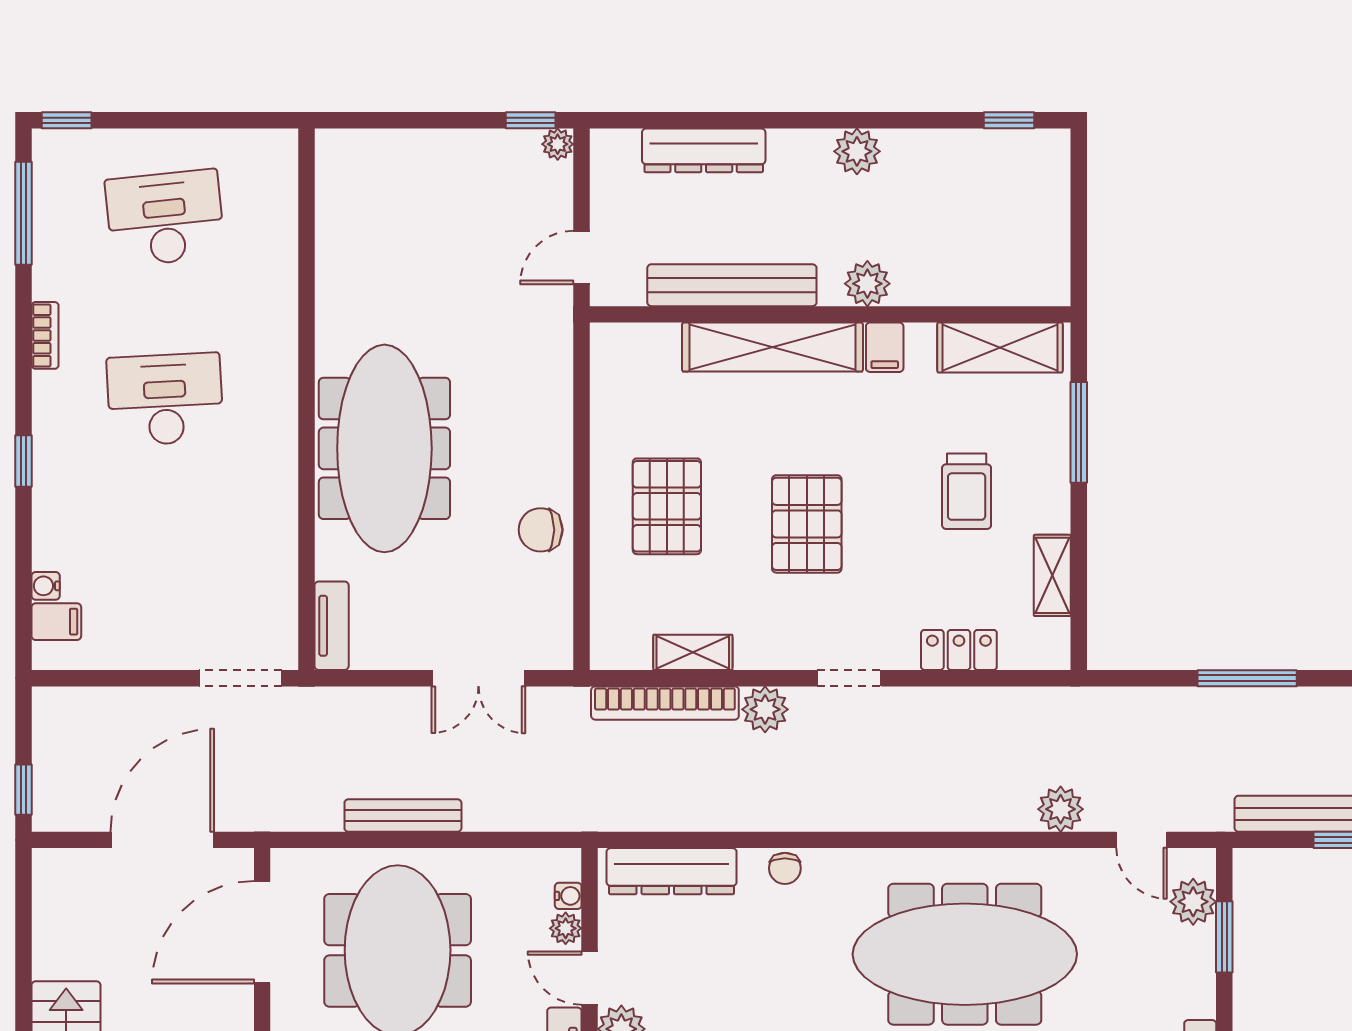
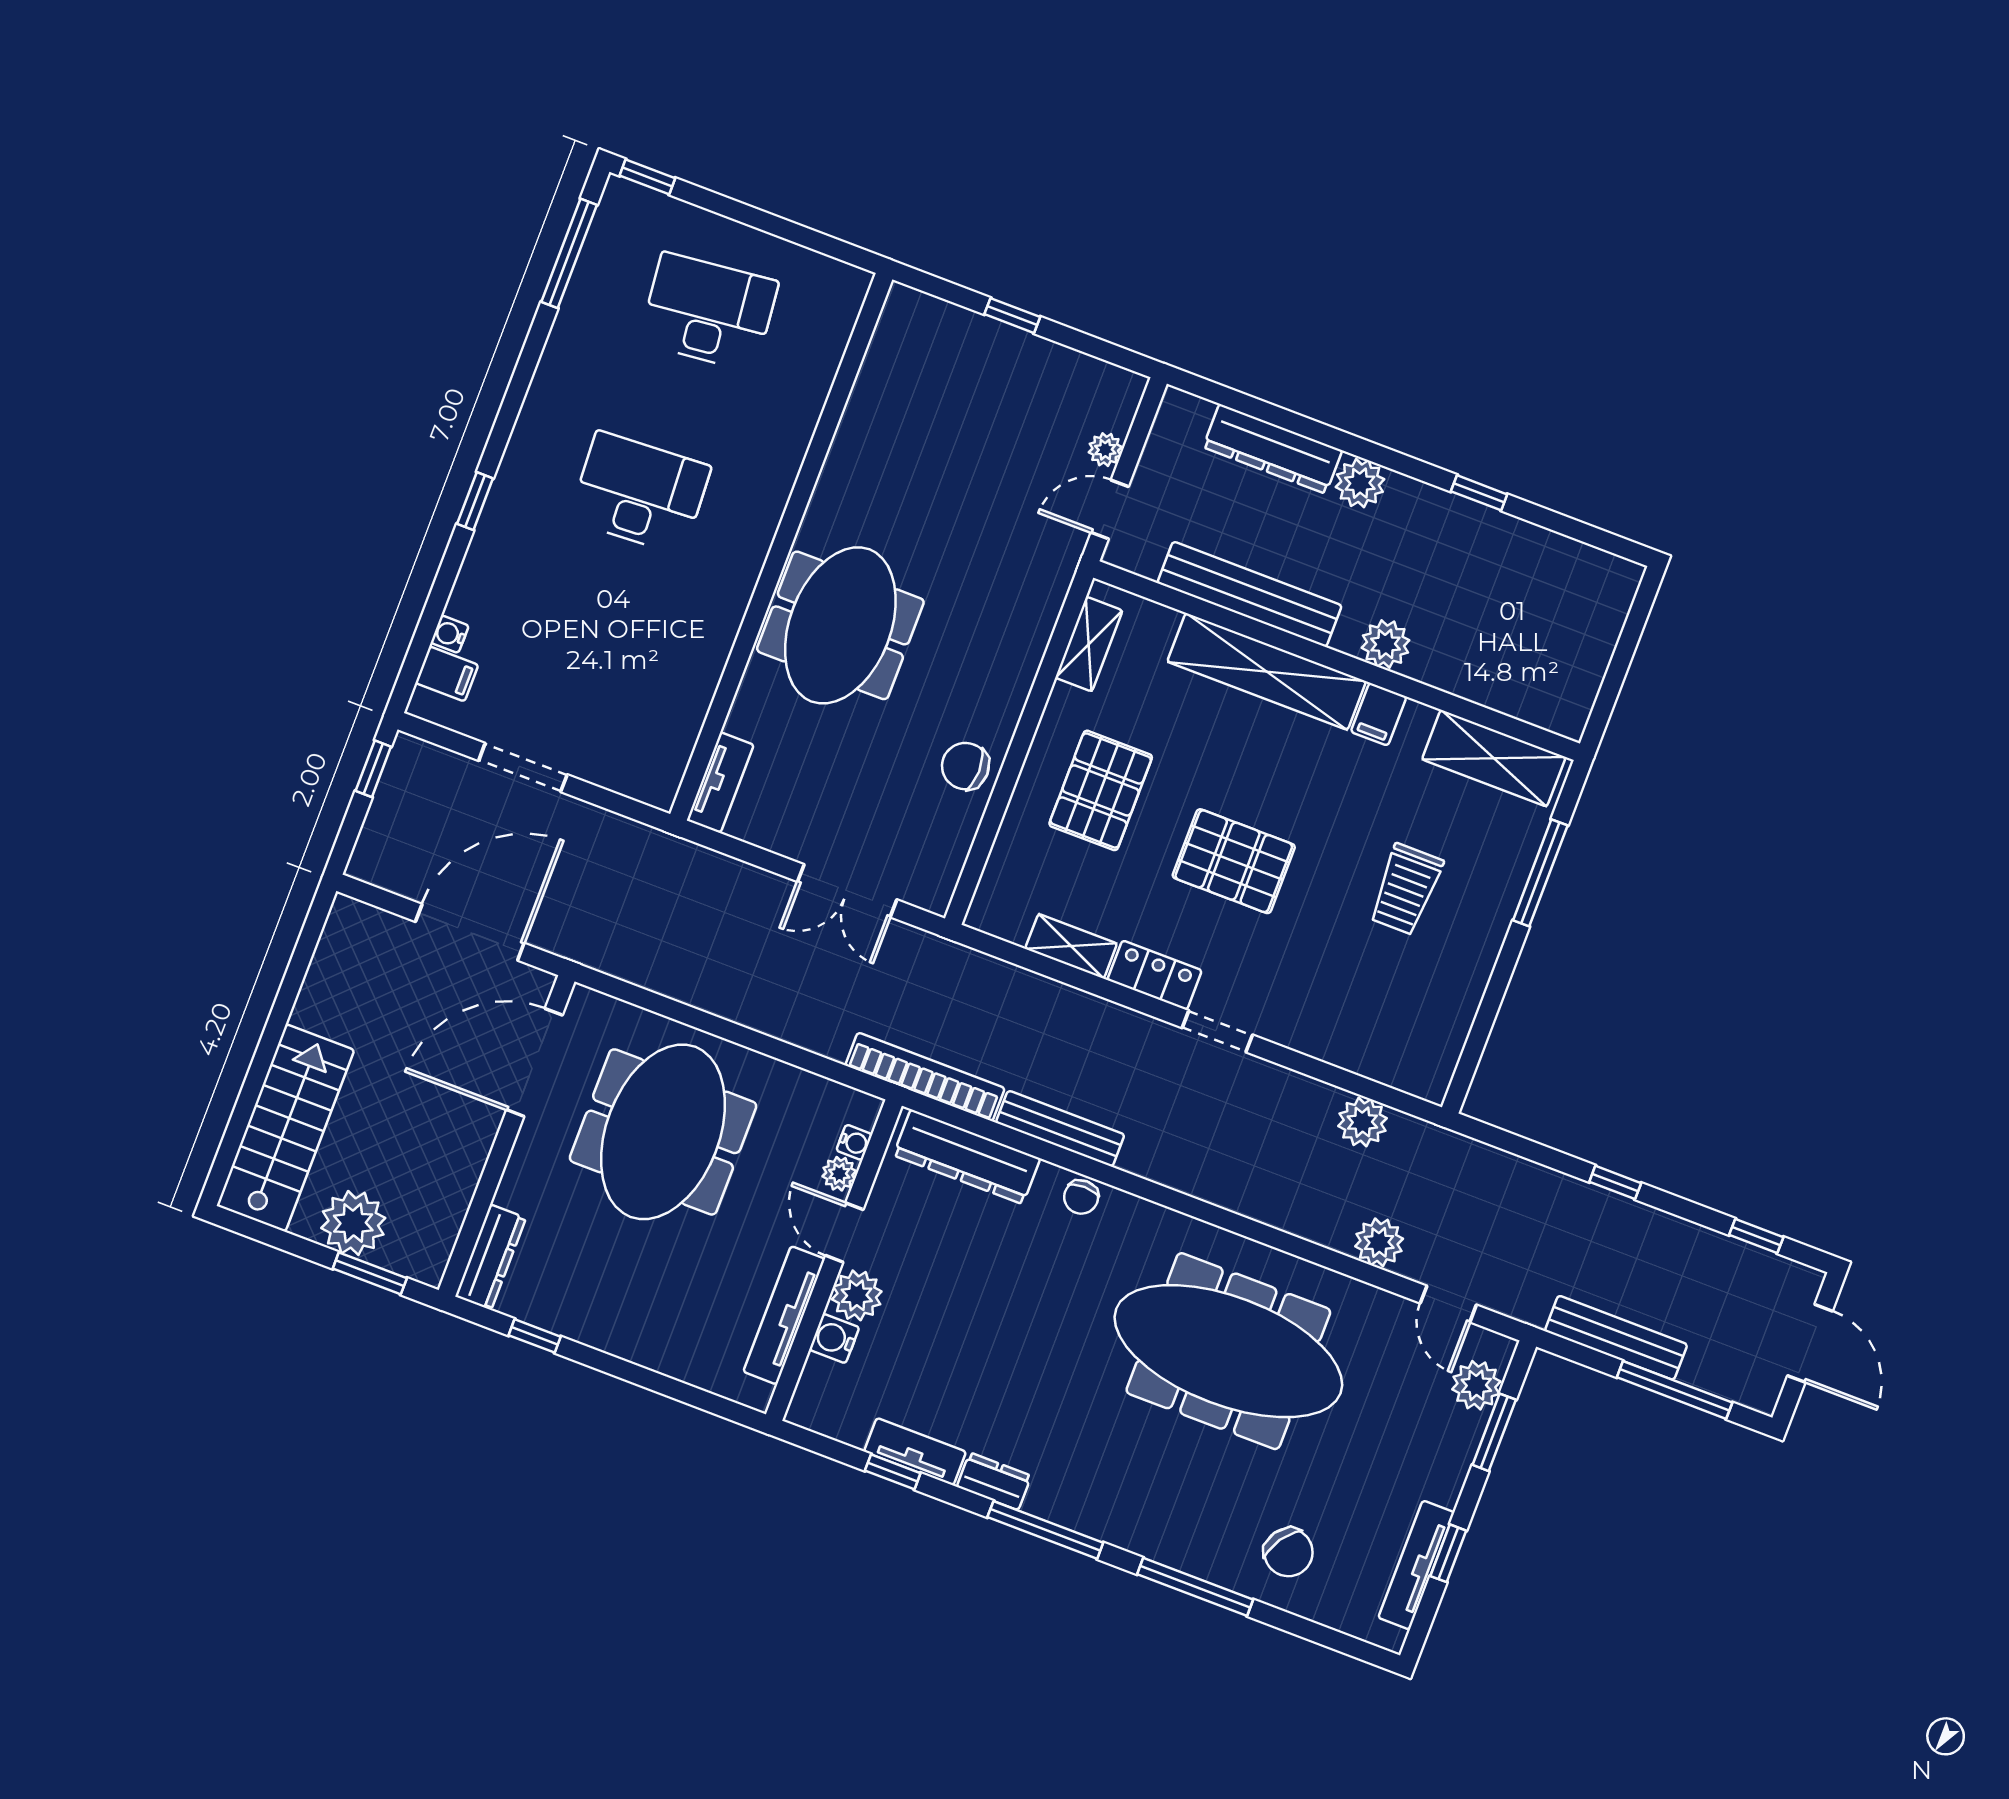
window: (531, 120) -> (1012, 316), moved
window: (1009, 120) -> (1479, 493), moved
plant: (558, 144) -> (1105, 450), moved
plant: (857, 151) -> (1360, 483), moved
bookcase: (45, 335) -> (544, 384), removed
meeting table: (384, 448) -> (840, 625), width x0.73
pallet: (807, 524) -> (1234, 861), turned 90
shelving: (1052, 575) -> (1089, 644), moved
locker: (959, 650) -> (1155, 975), moved
doorway: (241, 678) -> (523, 768), moved
window: (1247, 678) -> (1615, 1182), width x0.46
bookcase: (665, 703) -> (925, 1077), moved, turned 180
plant: (765, 709) -> (1362, 1122), moved
window: (24, 790) -> (373, 769), moved
bench: (403, 815) -> (1060, 1129), moved

